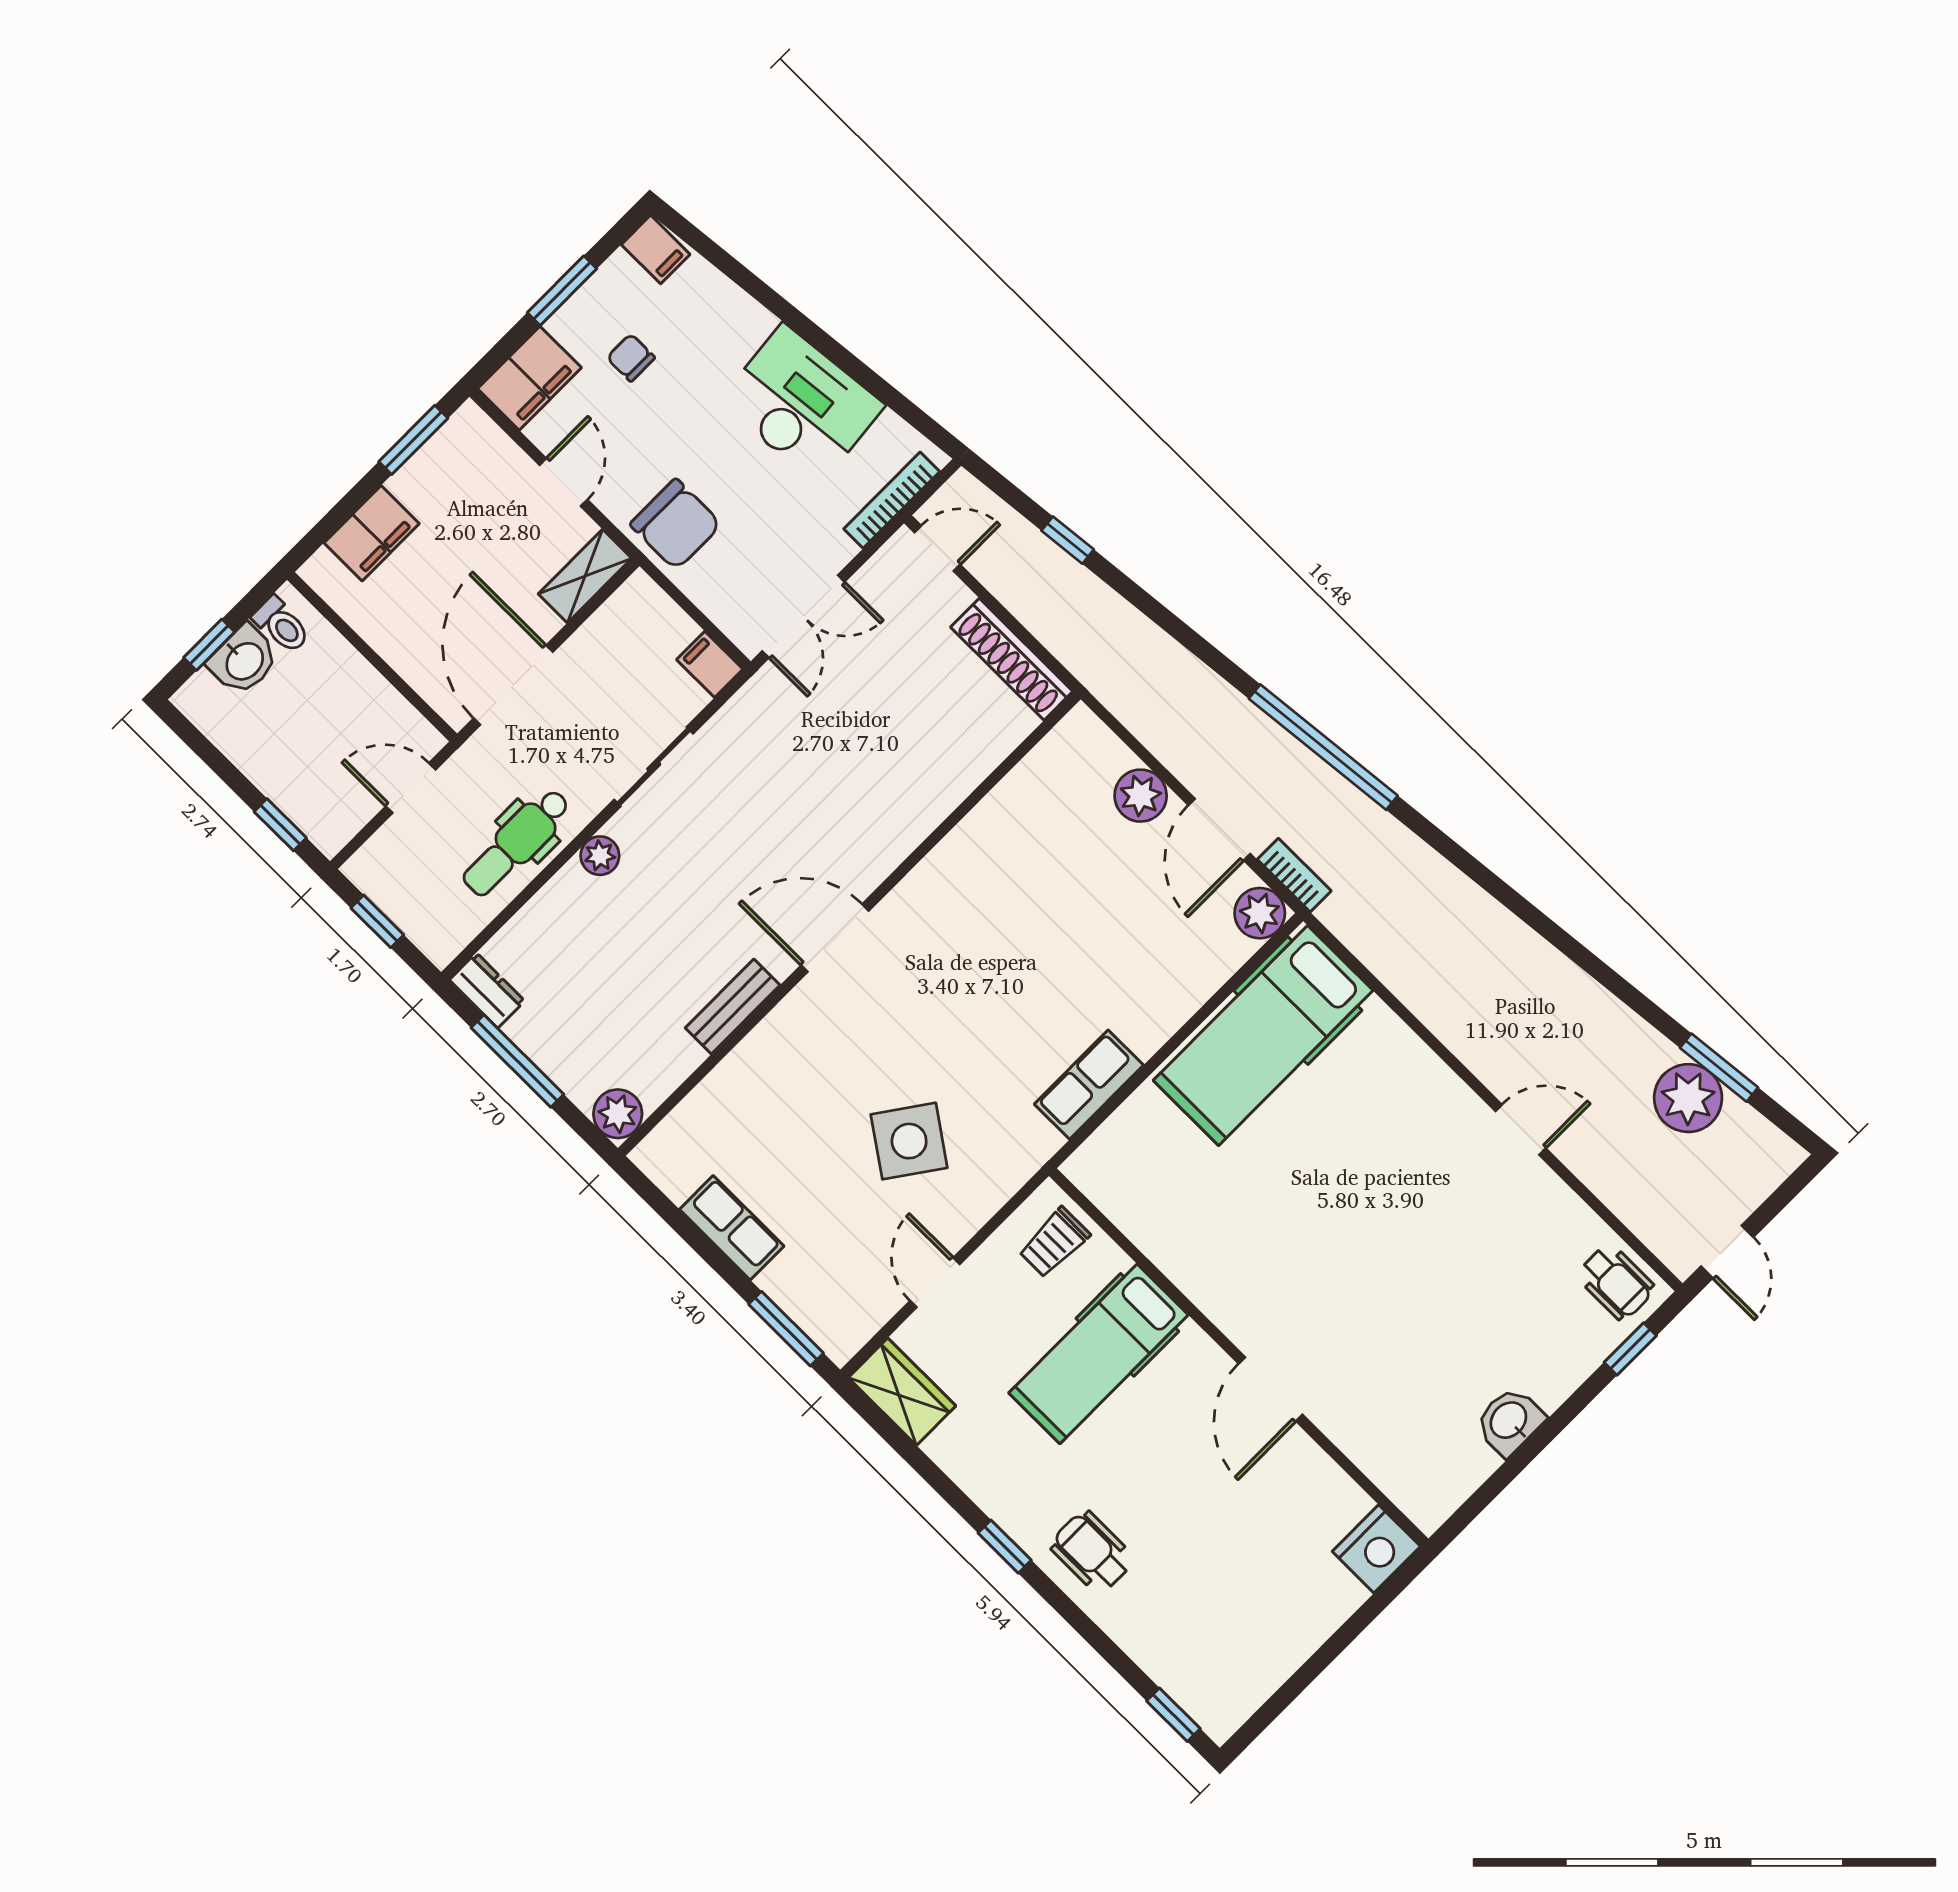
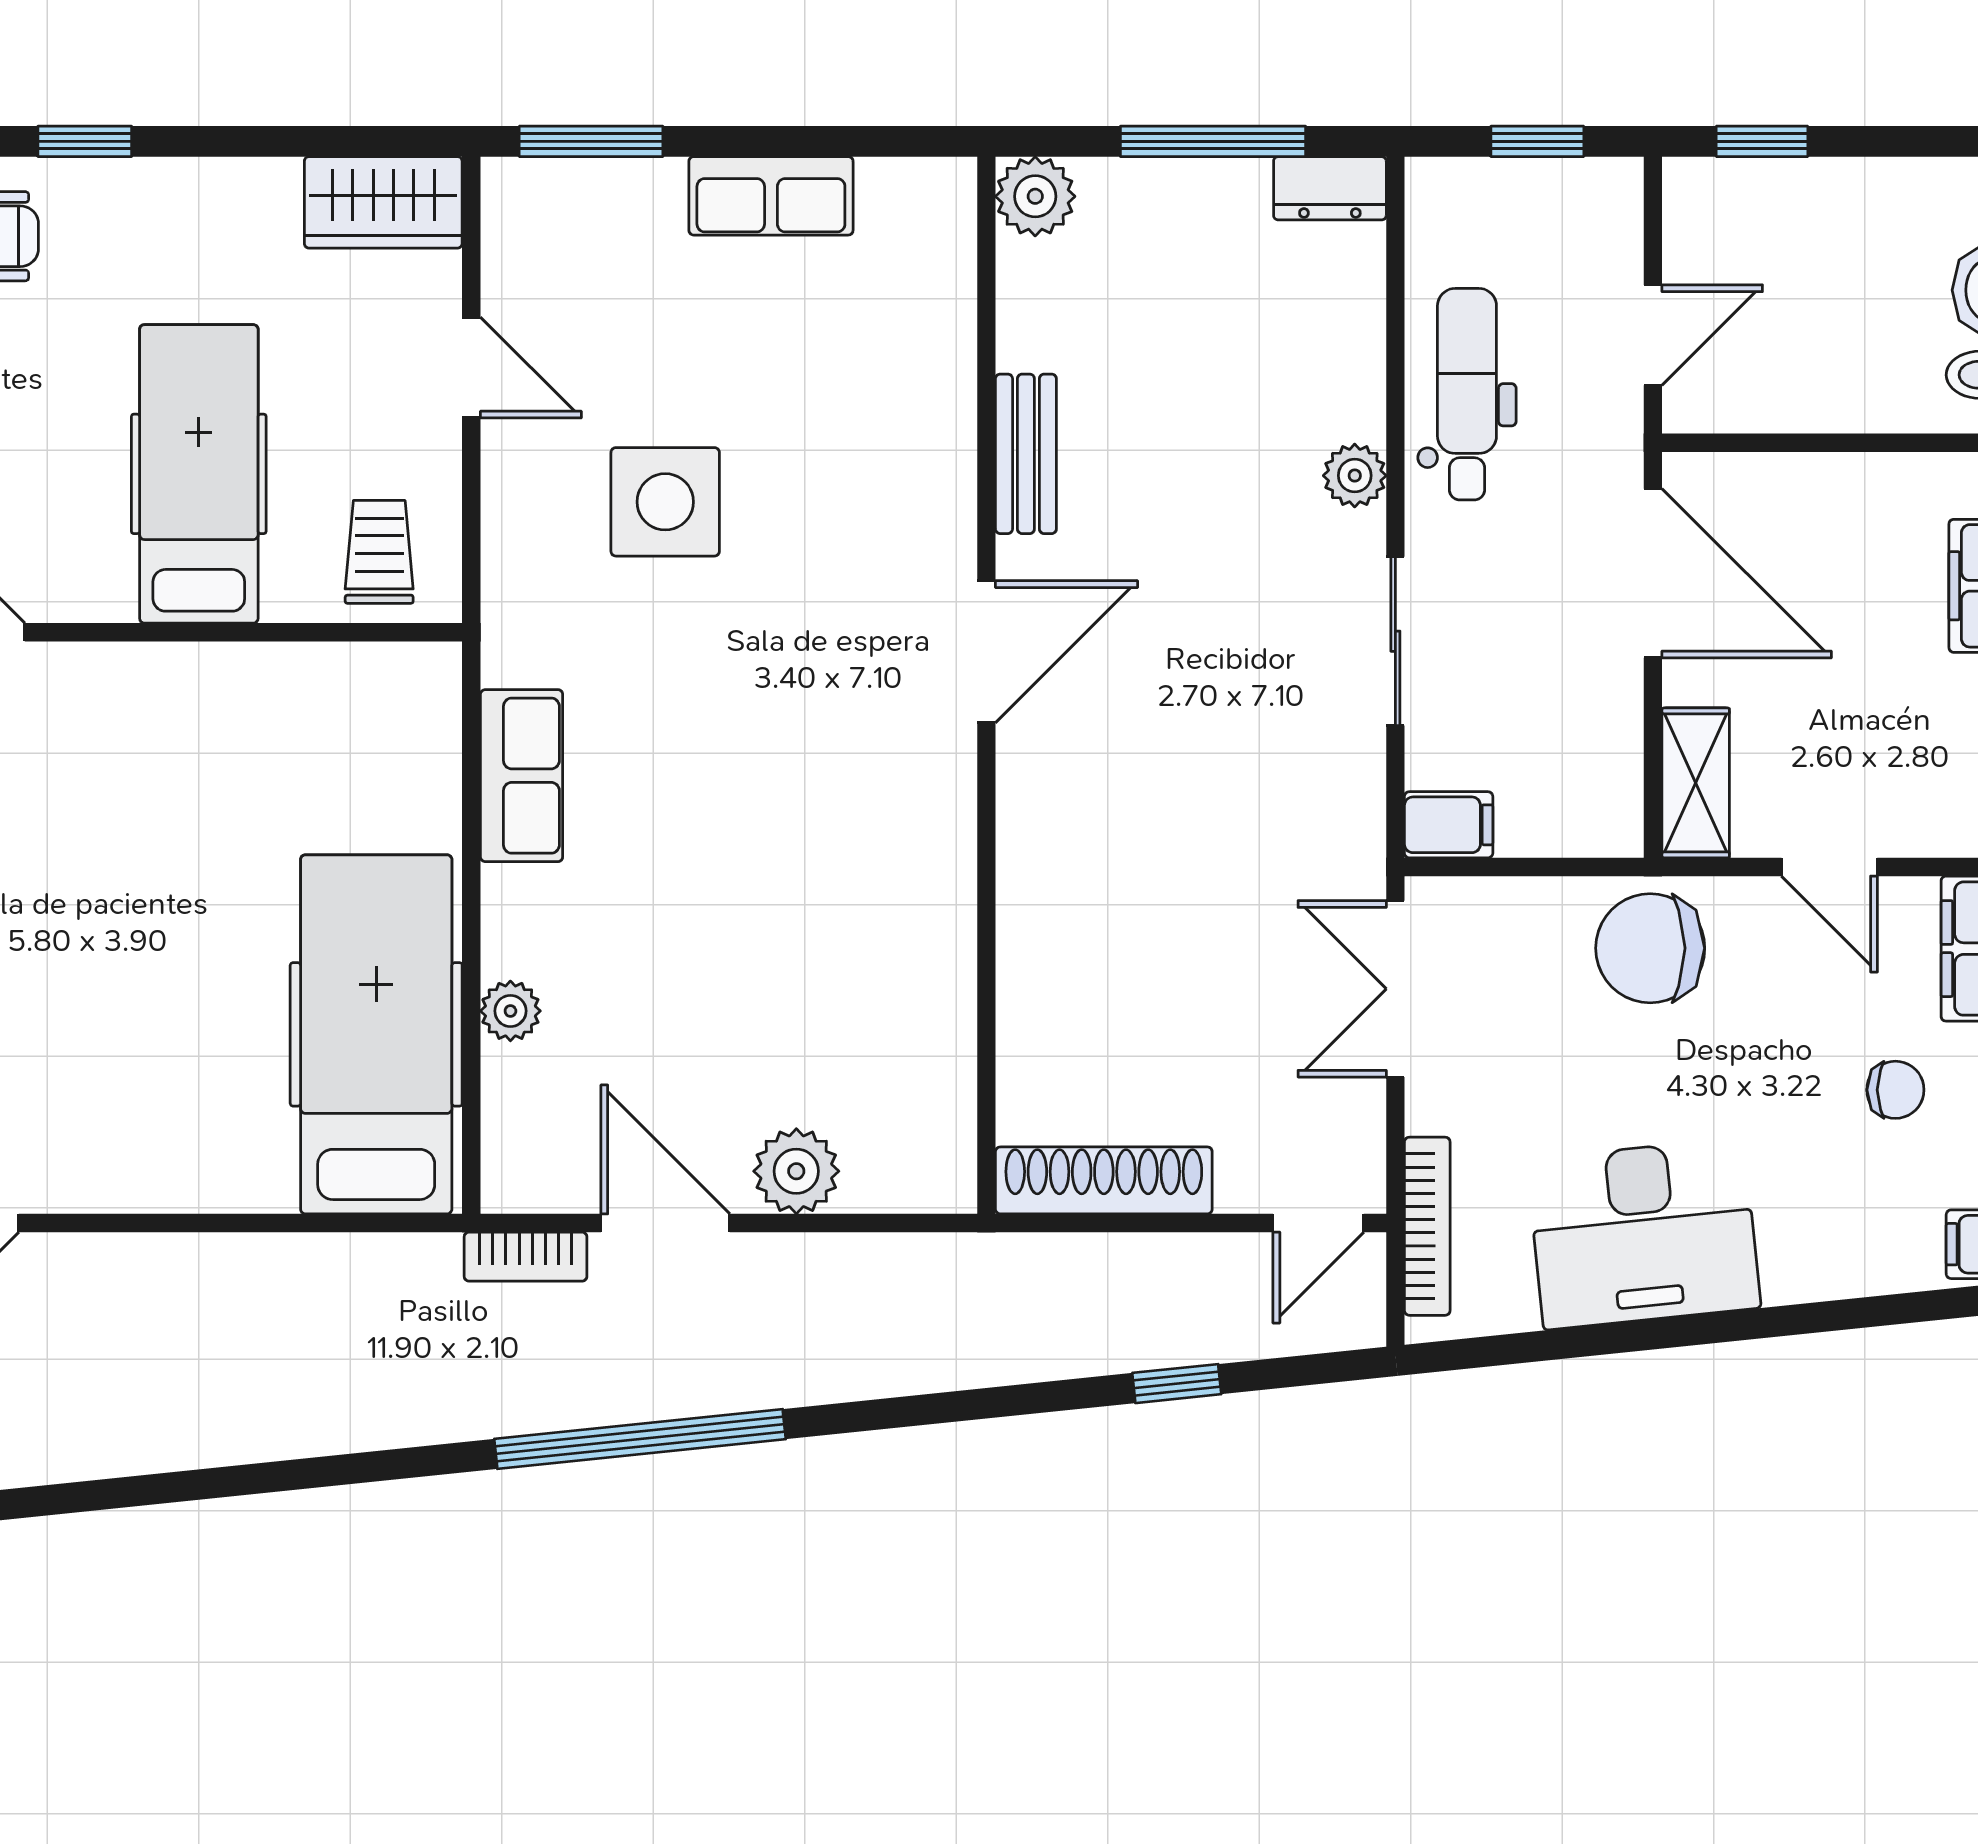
plant: (1260, 913) -> (510, 1011), moved, width x0.73, depth x0.73
side table: (909, 1141) -> (665, 502), turned -35

